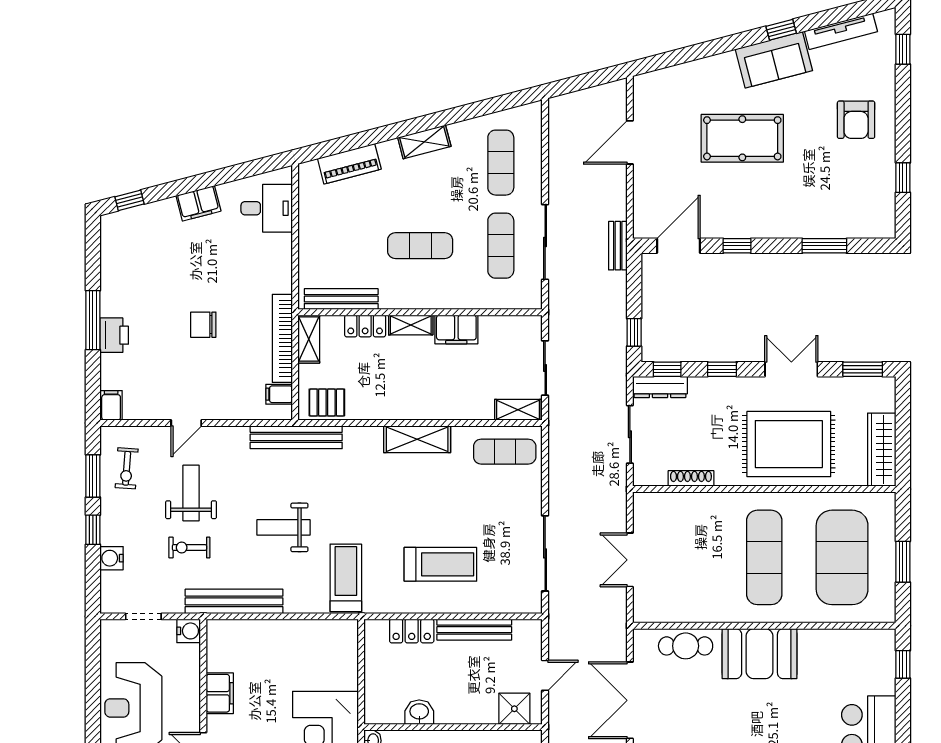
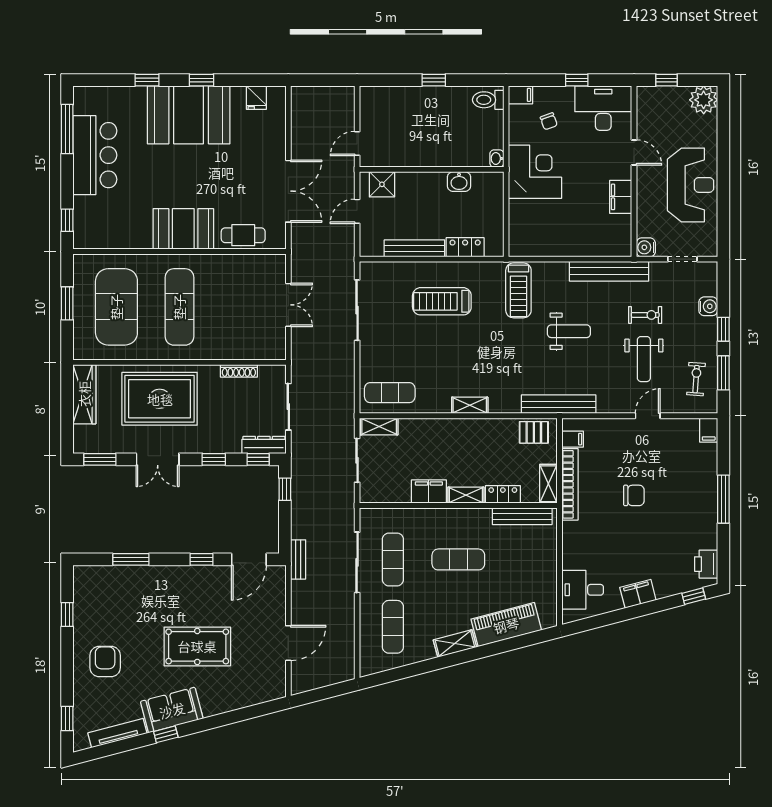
piano: (349, 164) -> (506, 625), width x1.37, depth x1.33
printer: (114, 335) -> (706, 564), moved
shelving: (417, 439) -> (470, 405), width x0.67, depth x0.75

